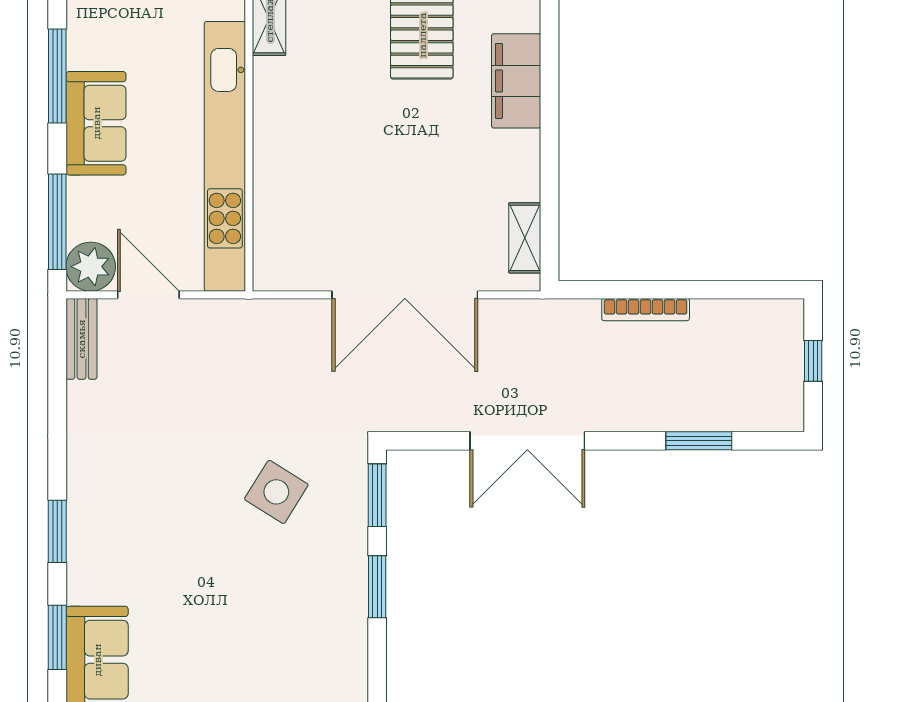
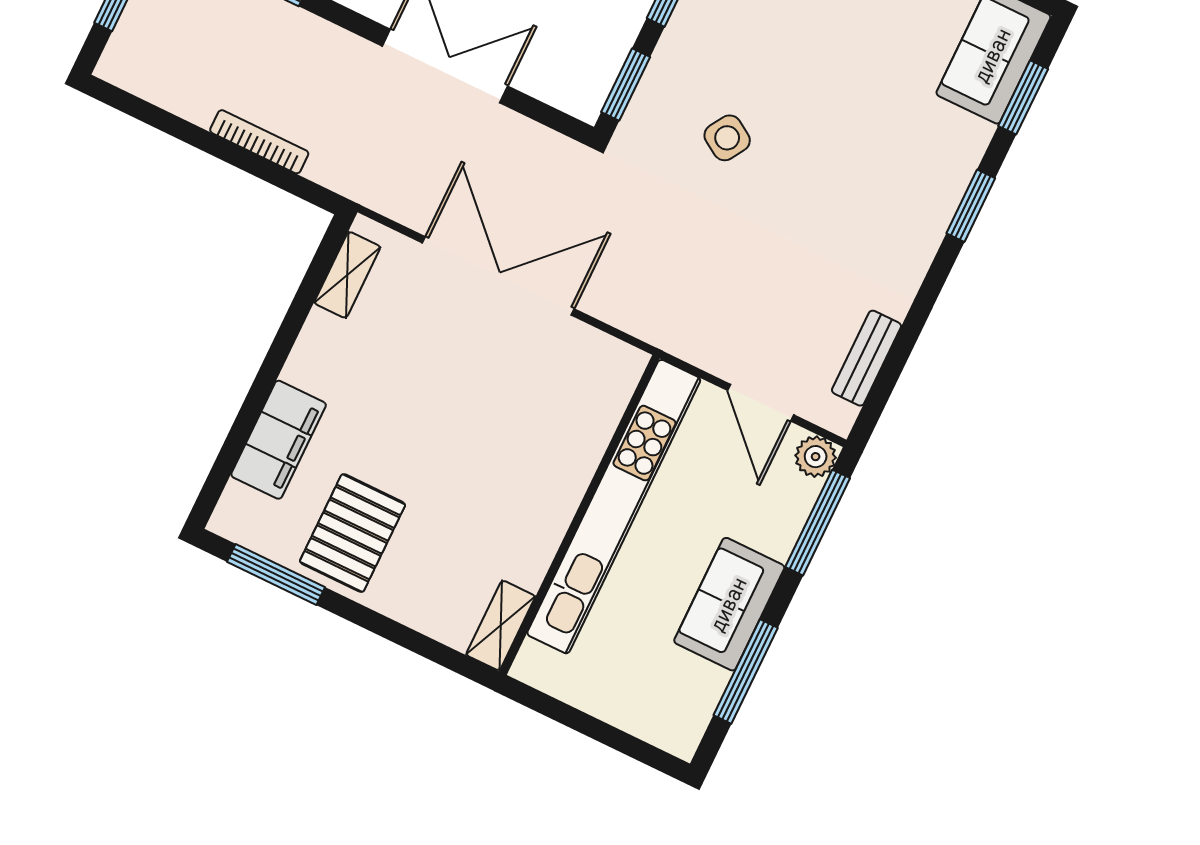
plant: (91, 267) -> (816, 457), width x0.73, depth x0.73
bench: (81, 339) -> (867, 358), moved
side table: (276, 492) -> (727, 138), width x0.73, depth x0.73

